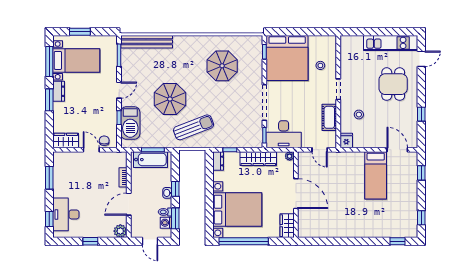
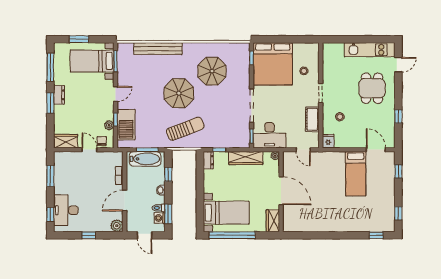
bench: (147, 42) -> (158, 49), moved
bed with nightstands: (76, 60) -> (92, 61), moved, turned 180
parasol: (170, 99) -> (179, 93), moved
plant: (112, 124) -> (109, 125), added
window: (175, 189) -> (168, 174), moved
bed with nightstands: (237, 210) -> (226, 213), width x0.73

